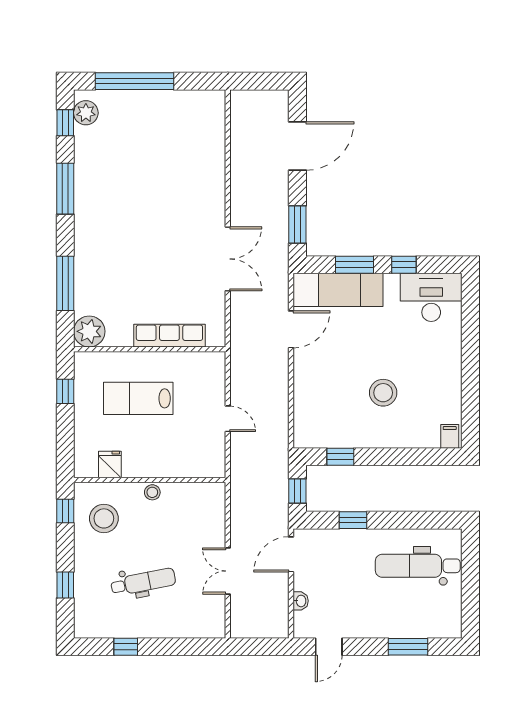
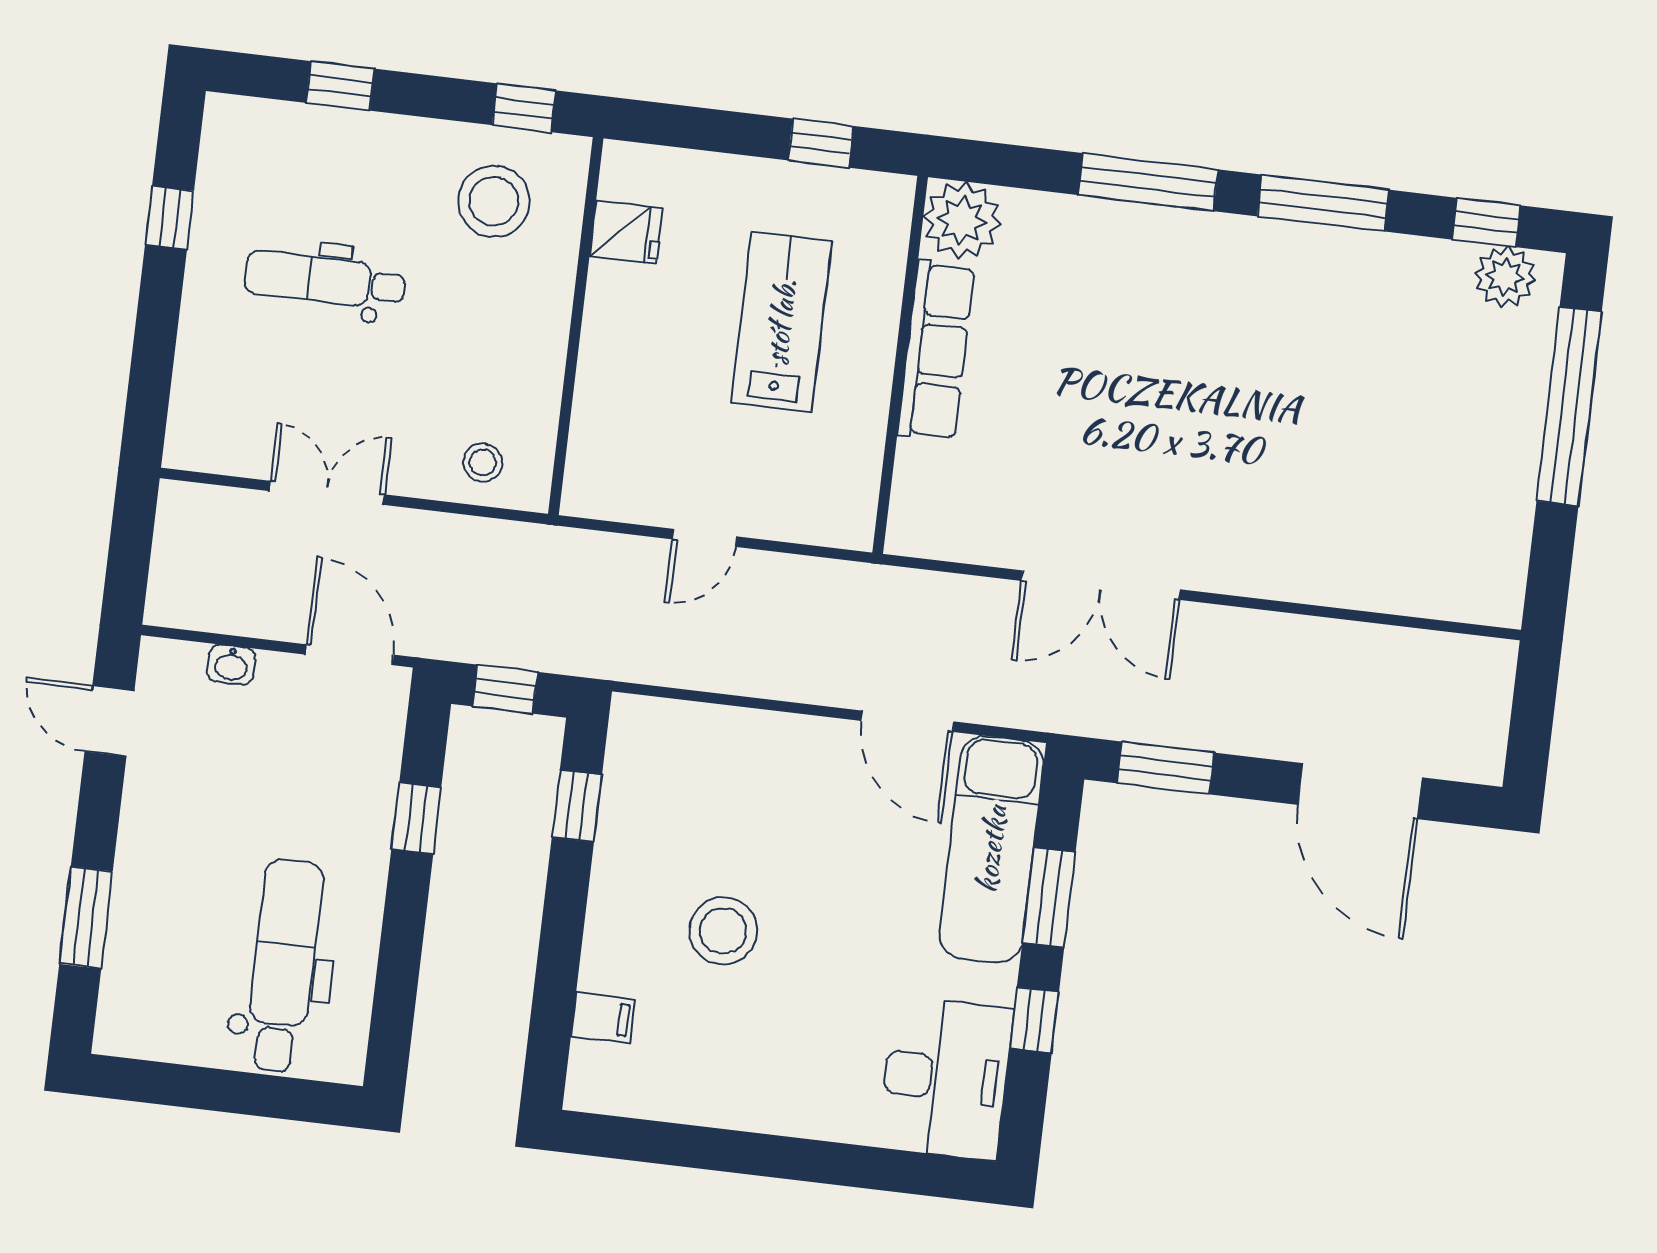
window: (65, 283) -> (1148, 182), moved
row of seats: (169, 336) -> (936, 350), moved
filing cabinet: (450, 436) -> (603, 1018), moved
stool: (152, 492) -> (483, 462), moved
dental chair: (143, 582) -> (325, 280), turned 101

